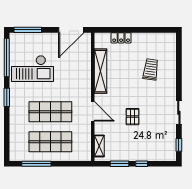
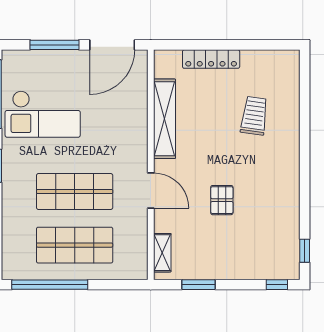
window: (28, 30) -> (54, 45), moved
locker: (121, 38) -> (211, 59), width x1.53
sliding door: (179, 113) -> (305, 193), removed
window: (36, 164) -> (50, 285), width x1.46
window: (142, 164) -> (277, 285), moved

